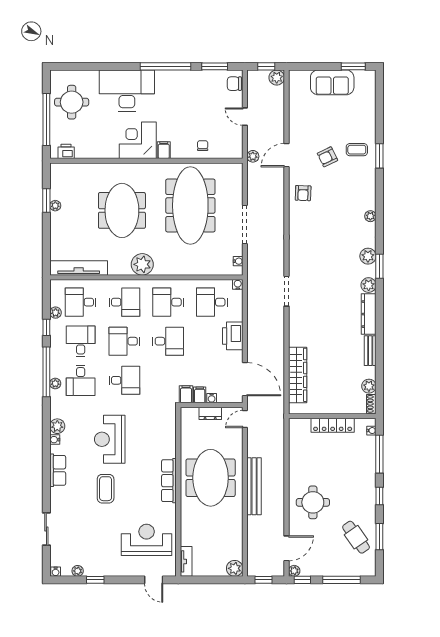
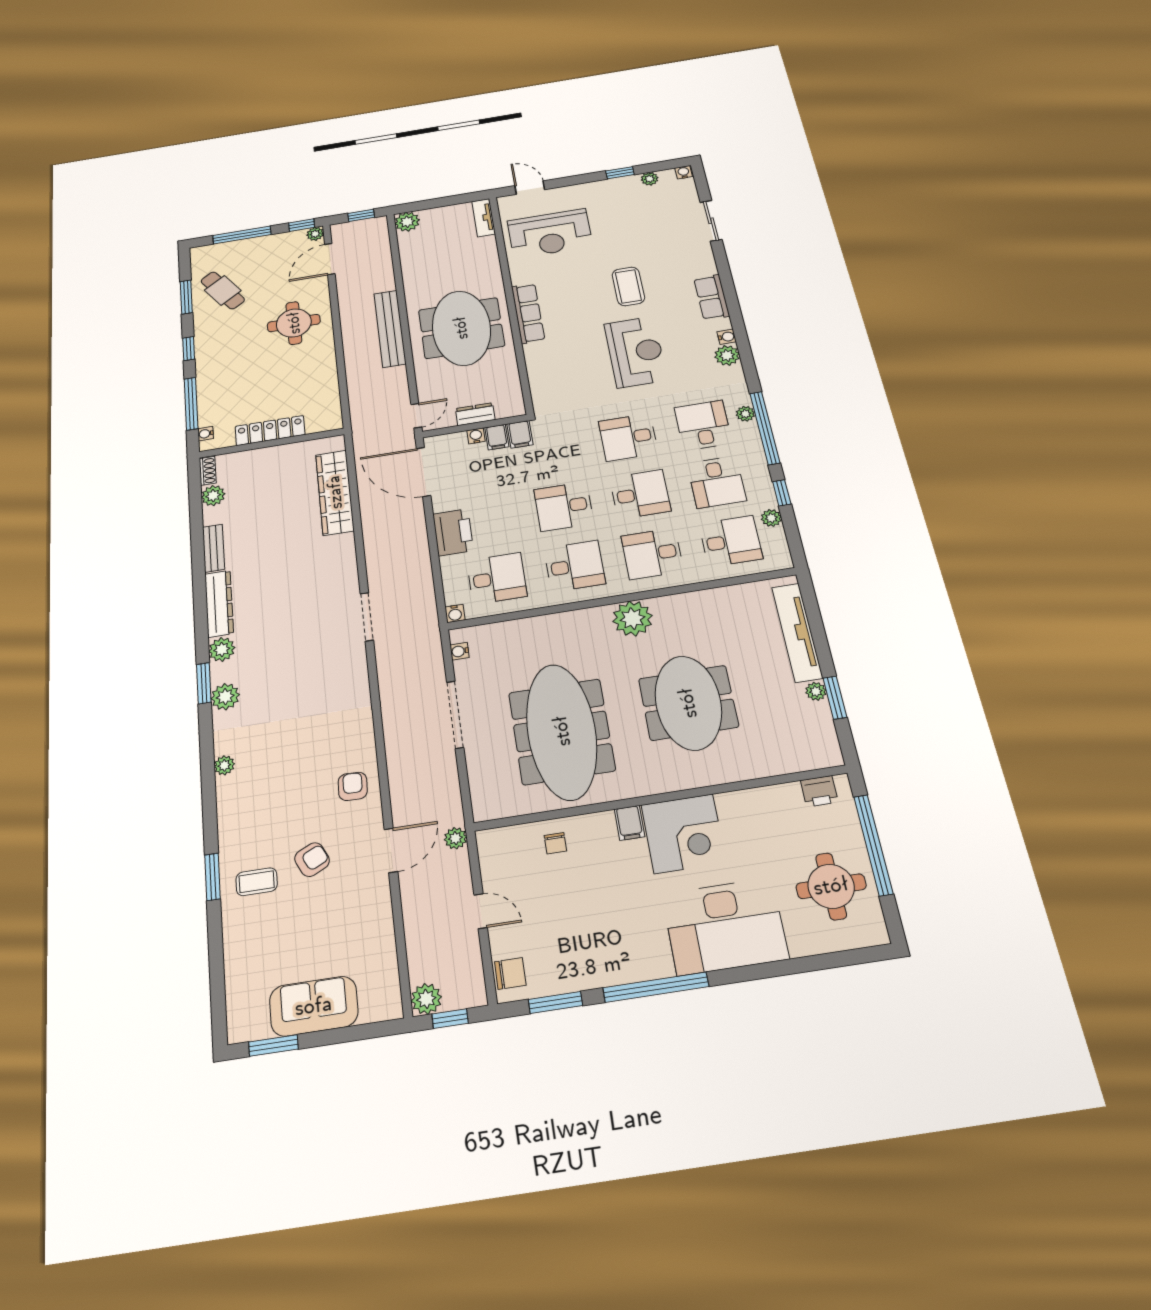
tv unit: (79, 268) -> (797, 632), moved, turned 90

